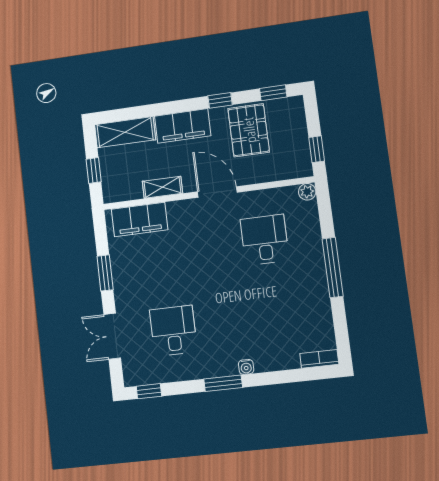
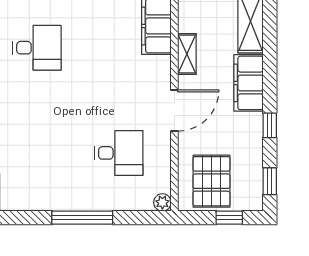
pallet: (249, 130) -> (211, 181), moved, turned 90
window: (317, 149) -> (229, 218), moved

